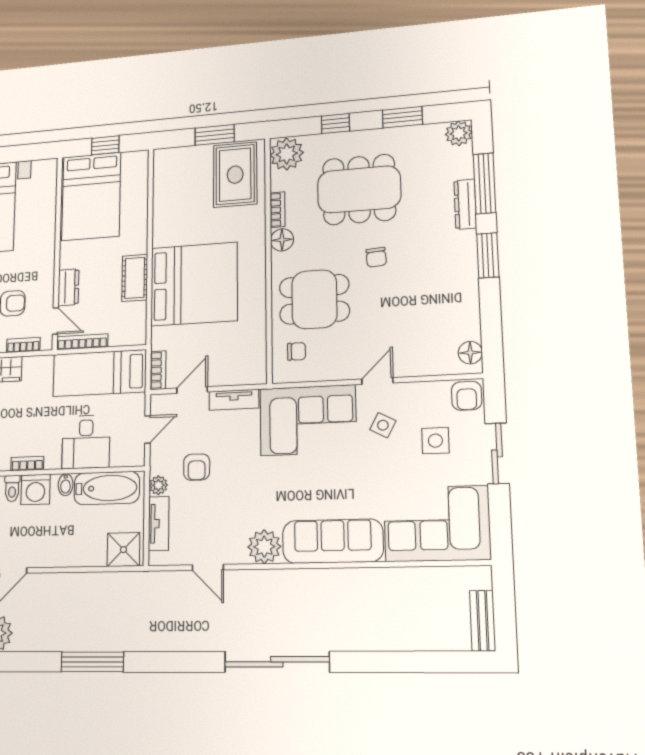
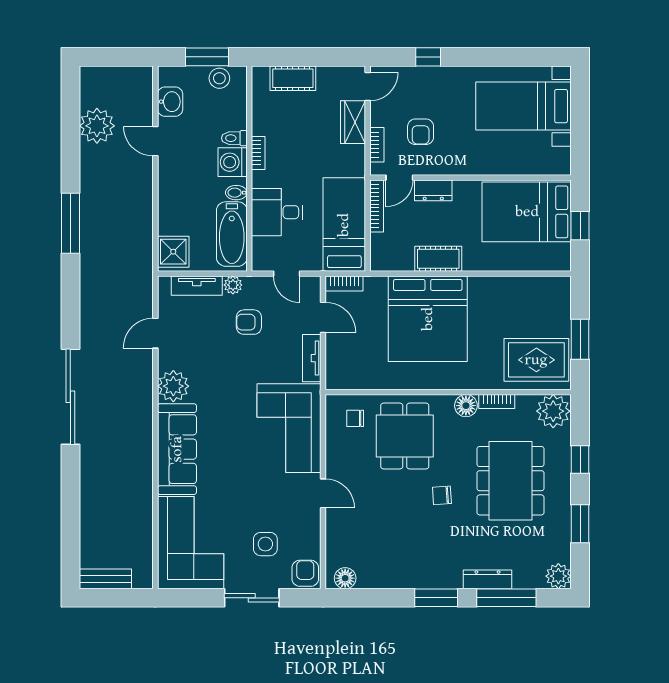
chair: (297, 351) -> (355, 418), turned 90
armchair: (467, 396) -> (305, 573), turned 90
side table: (383, 425) -> (281, 497), removed

